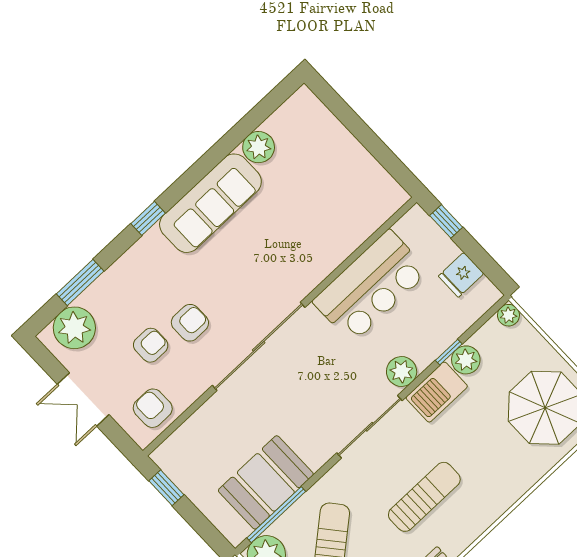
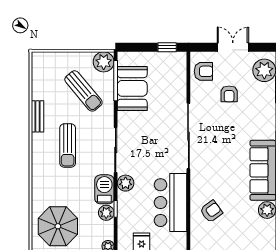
armchair: (190, 323) -> (211, 211), moved, turned -126

